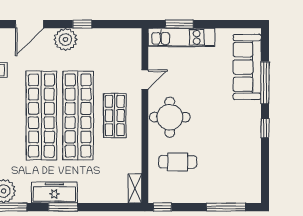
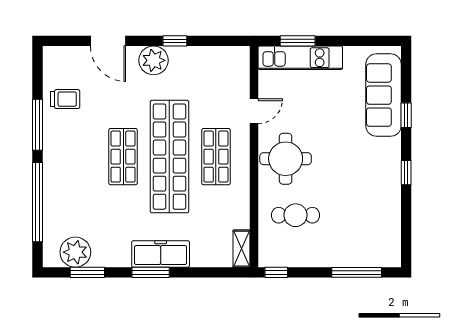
door: (29, 24) -> (108, 41), hinge flipped
window: (265, 83) -> (406, 115), width x0.46
shop shelf: (41, 116) -> (123, 157), width x0.50, depth x0.74
freezer: (54, 193) -> (161, 254), moved

